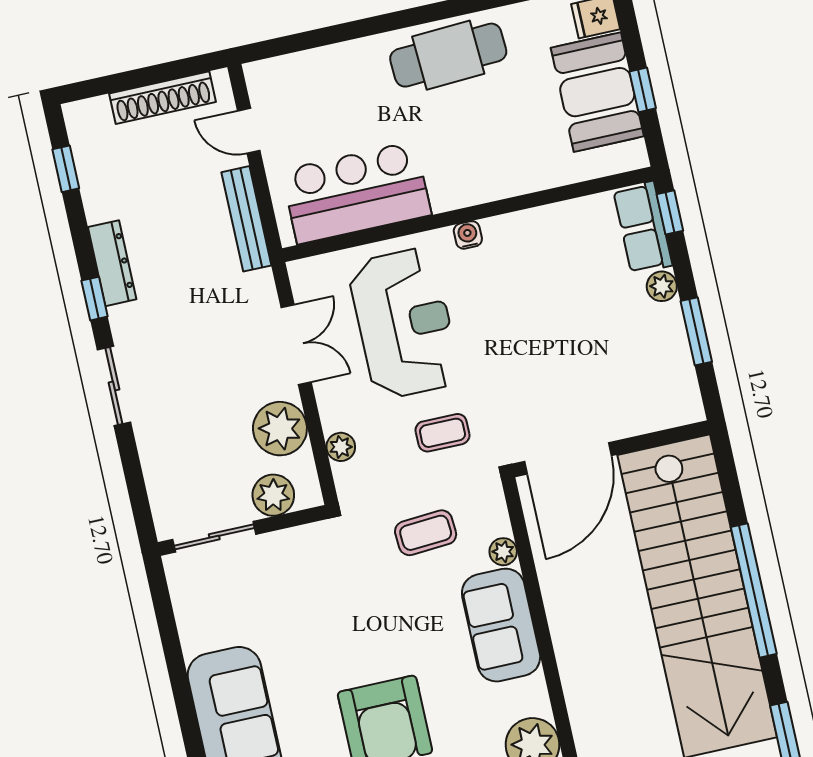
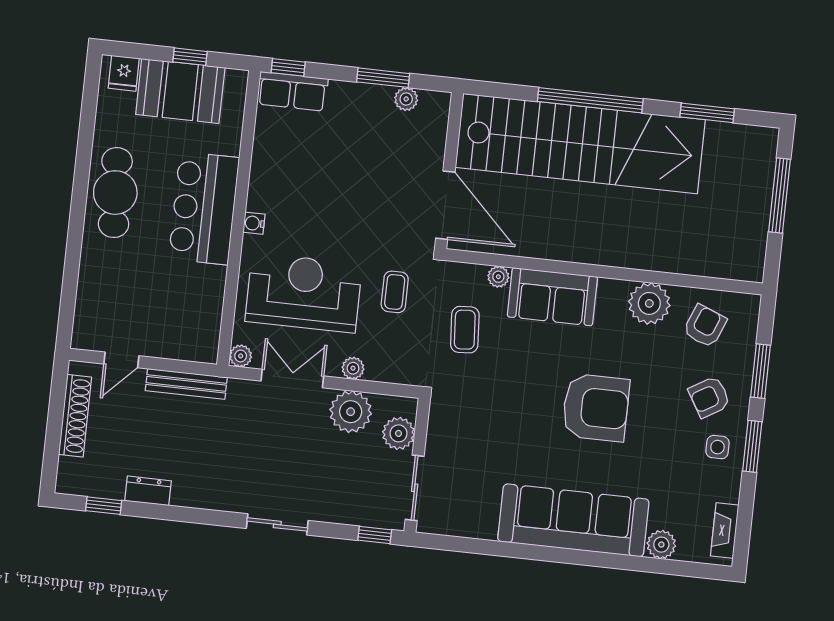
bar counter: (356, 193) -> (204, 208), moved
dresser: (112, 263) -> (148, 491), moved, width x0.70
plant: (302, 273) -> (241, 356), added
plant: (662, 286) -> (406, 99), moved
window: (95, 299) -> (375, 535), moved
plant: (341, 447) -> (353, 368), moved

